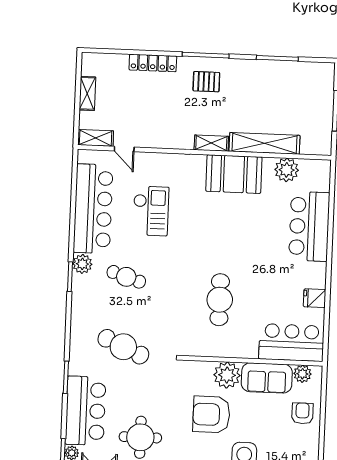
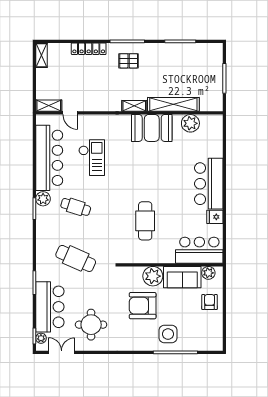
shelving: (87, 93) -> (41, 55), moved
bar counter: (309, 226) -> (209, 184), moved

